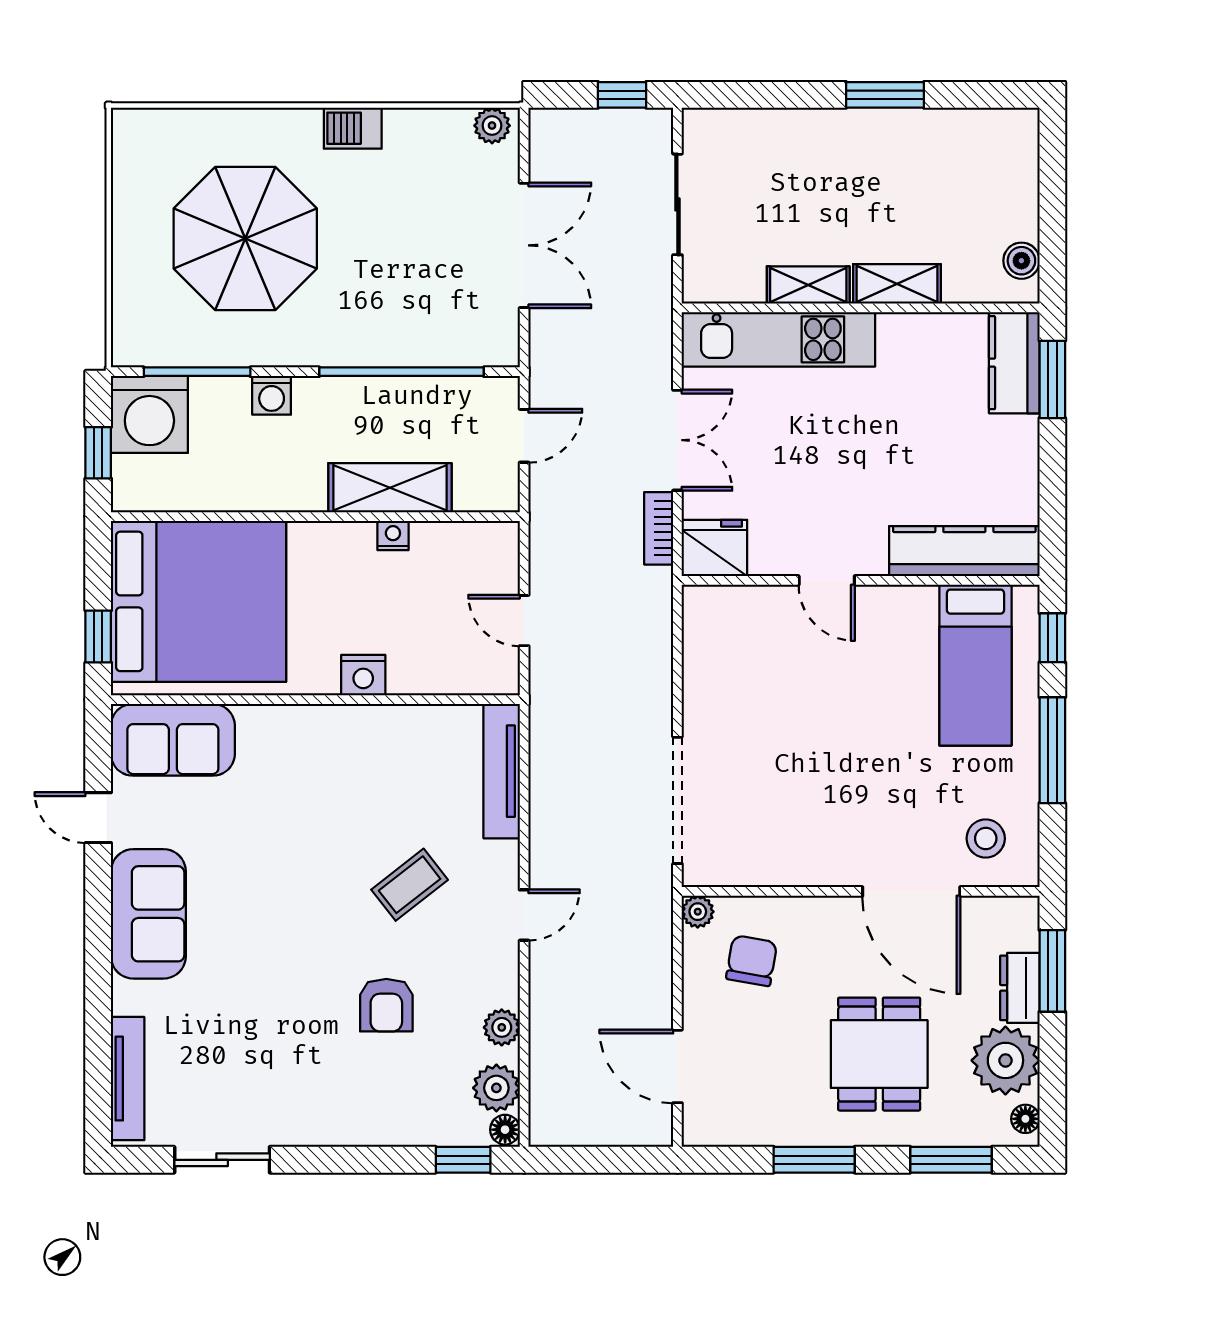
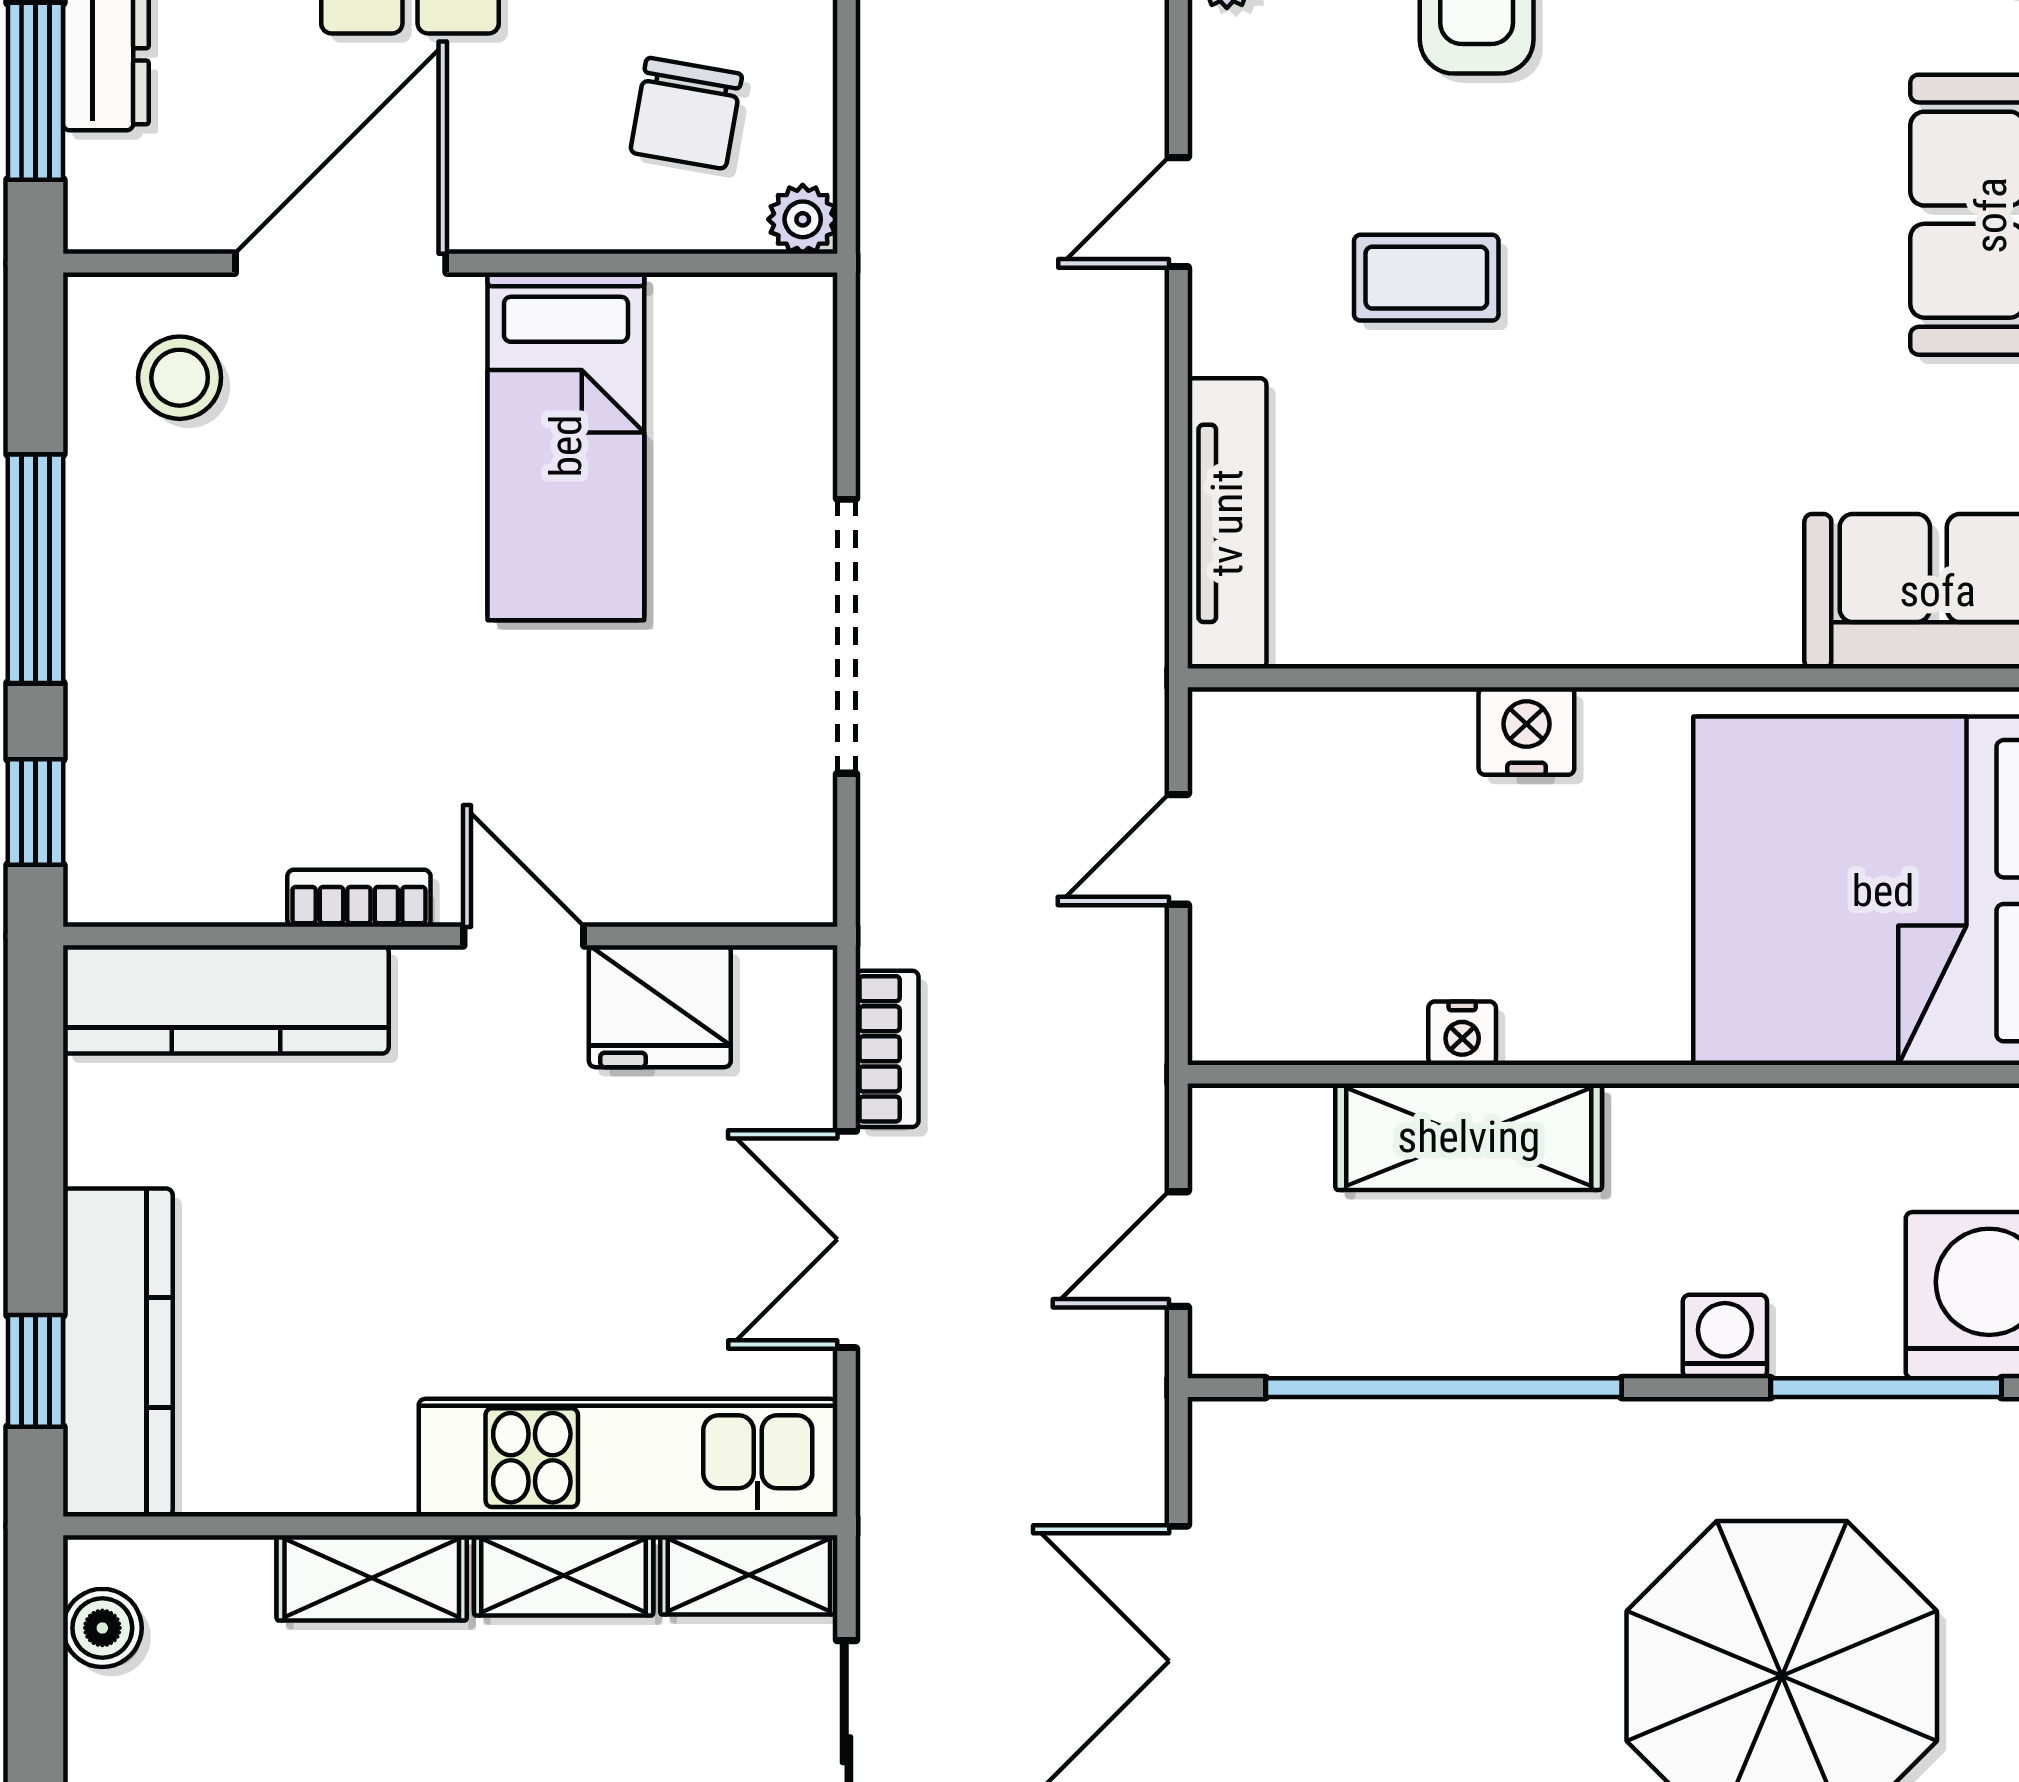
shelving: (723, 285) -> (749, 1575), added
kitchen counter: (1014, 363) -> (118, 1352), width x1.50
window: (1052, 379) -> (35, 1371), width x0.67
fridge: (714, 548) -> (660, 1006), moved
bookcase: (903, 598) -> (359, 898), added
door: (524, 621) -> (1178, 849), swing flipped
bed: (975, 665) -> (566, 446), moved, turned 180
doorway: (677, 800) -> (847, 636), moved
coffee table: (410, 885) -> (1426, 278), turned 38
door: (911, 891) -> (341, 263), hinge flipped

